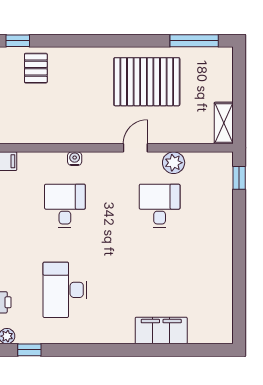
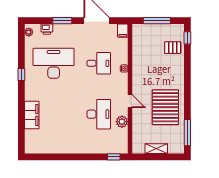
shelving: (224, 123) -> (156, 149), moved
desk: (160, 206) -> (99, 114), width x1.37
desk: (65, 290) -> (54, 63), width x1.36, depth x1.30
window: (29, 350) -> (21, 74), moved

